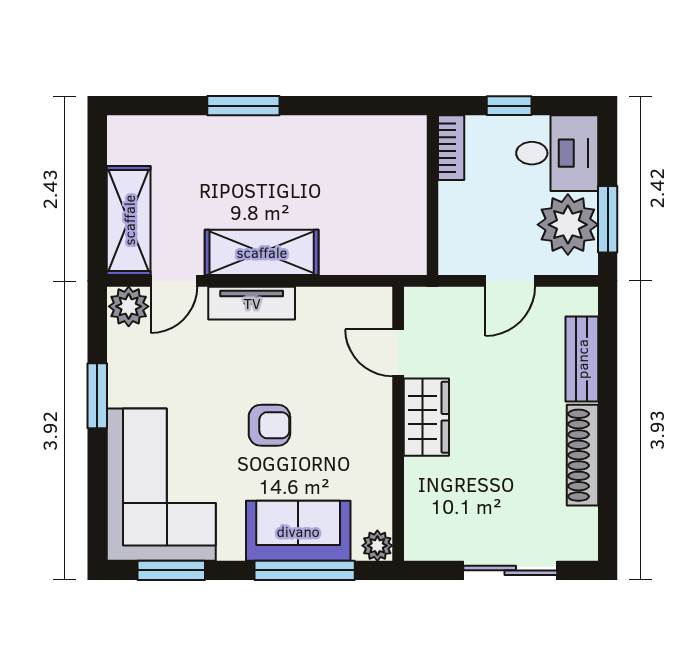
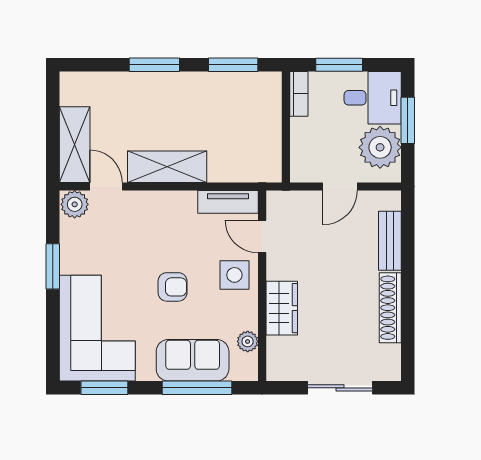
window: (357, 106) -> (233, 65), added
window: (509, 106) -> (339, 65), width x1.50
window: (608, 219) -> (408, 120), moved
door: (174, 281) -> (106, 187), swing flipped
tv unit: (252, 303) -> (228, 202), moved
side table: (358, 408) -> (234, 275), added
wardrobe: (426, 417) -> (282, 308), moved
plant: (377, 546) -> (248, 341), moved

